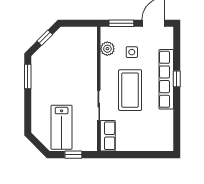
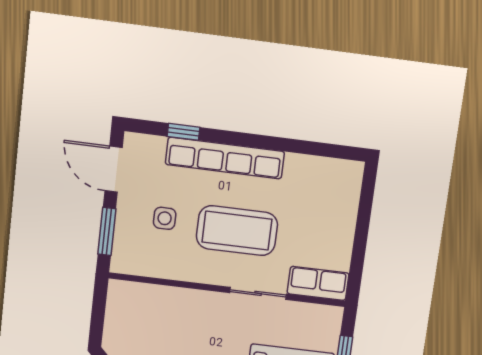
plant: (107, 49) -> (153, 264), removed
window: (177, 79) -> (184, 132), moved

